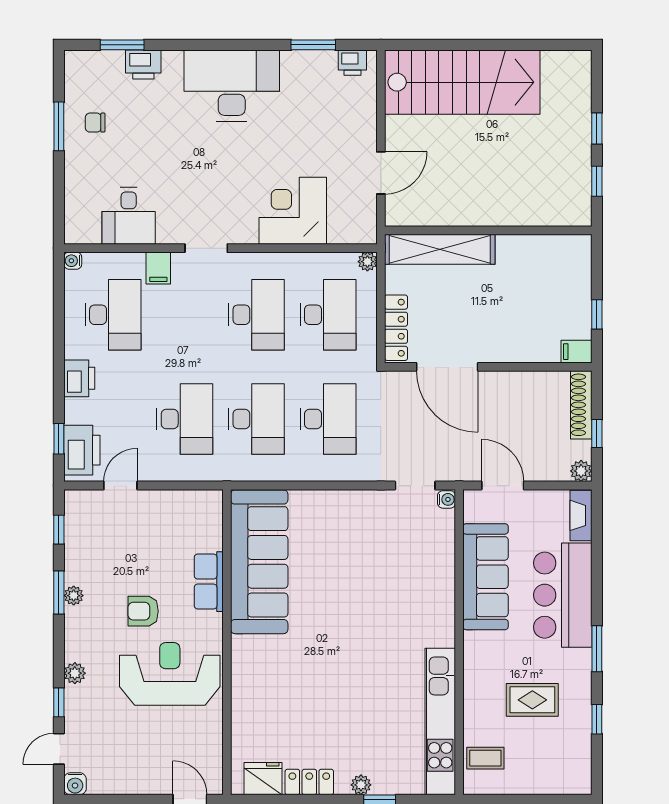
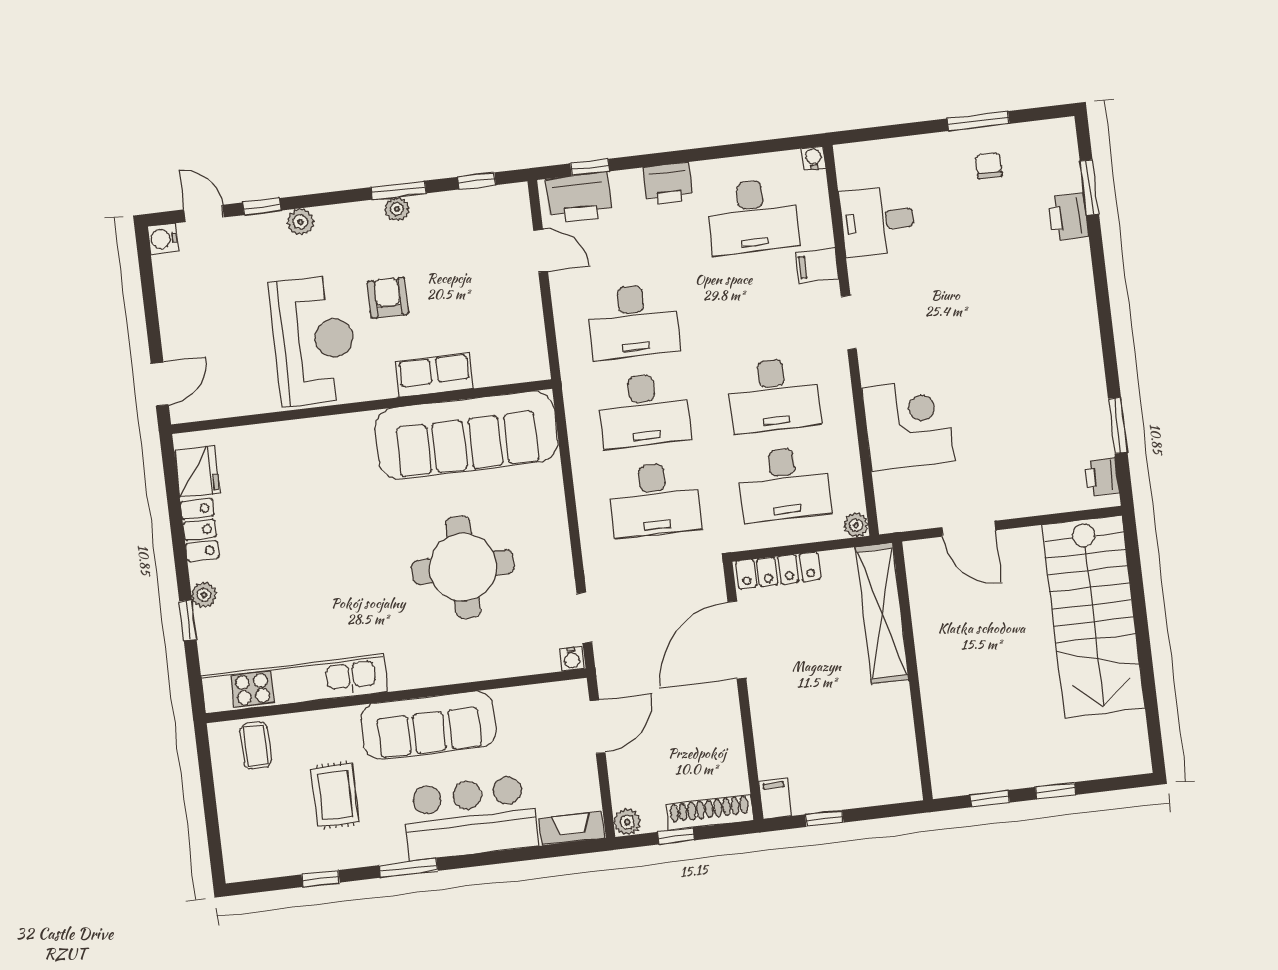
desk: (232, 86) -> (1055, 330), removed
round table: (364, 577) -> (463, 567), added
sofa: (486, 577) -> (429, 725), moved

